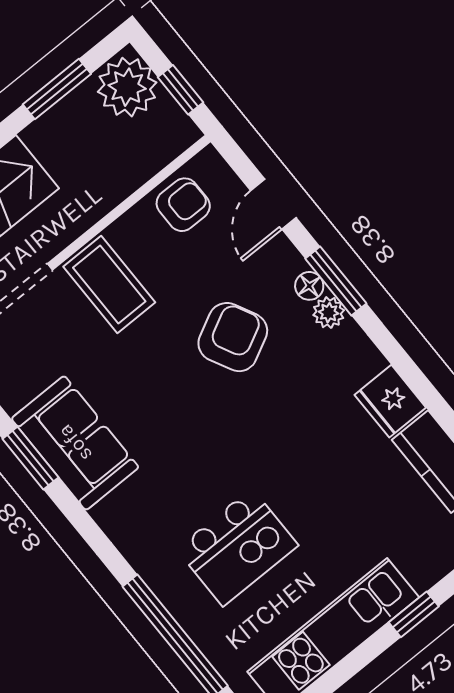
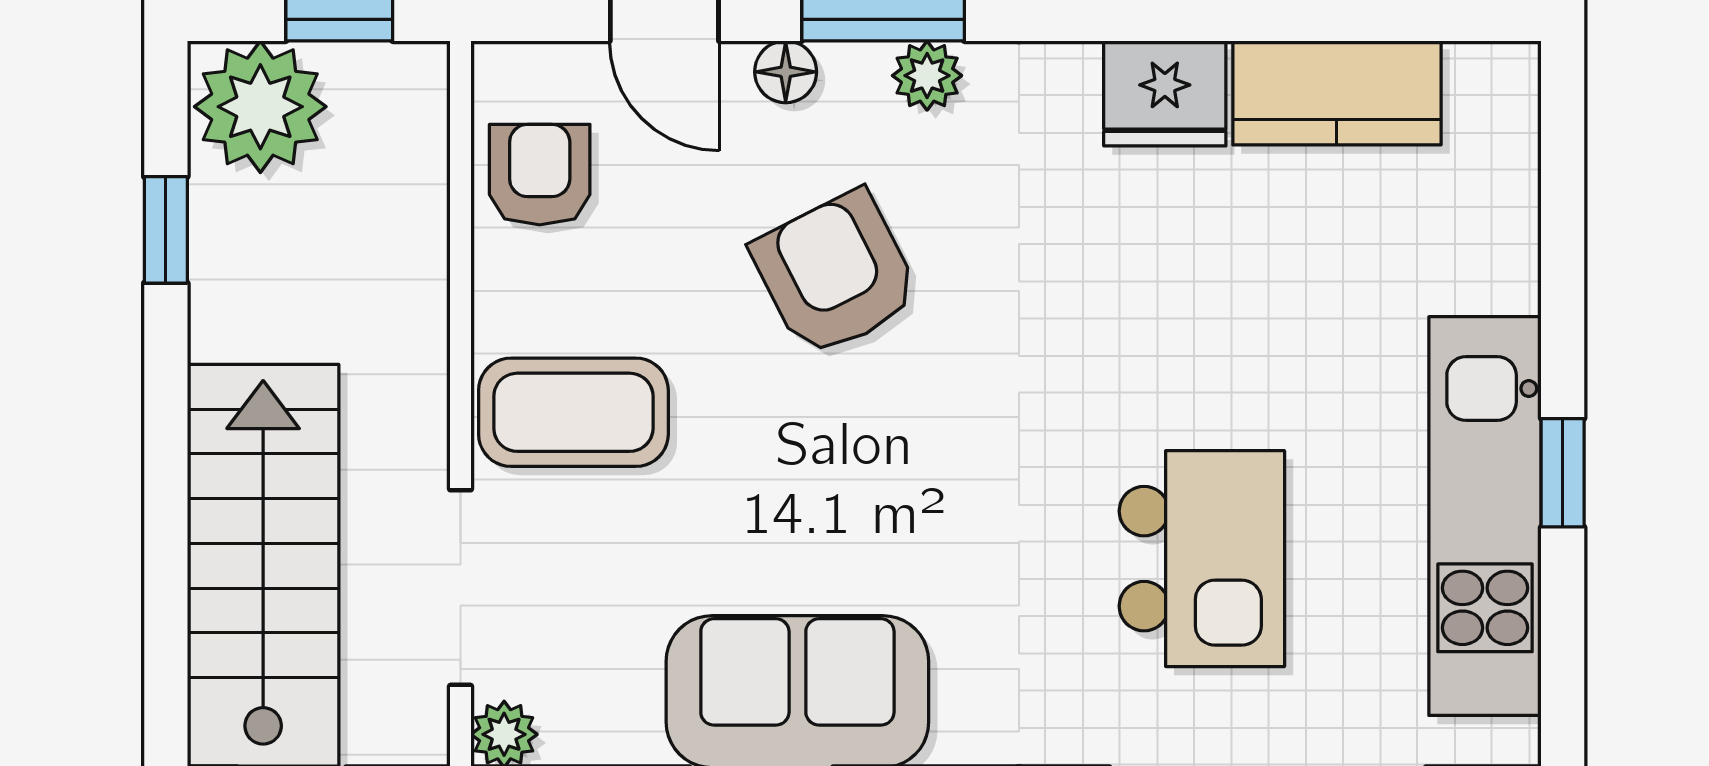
window: (57, 89) -> (166, 230), width x0.67
floor lamp: (309, 286) -> (786, 72), moved
window: (414, 614) -> (1563, 473), moved

